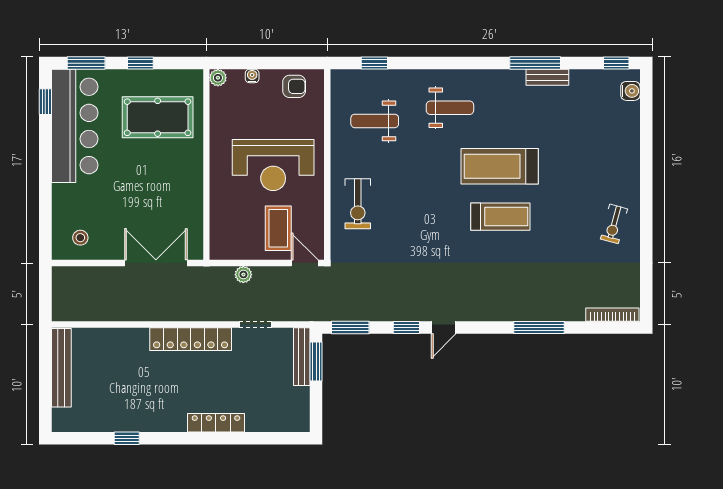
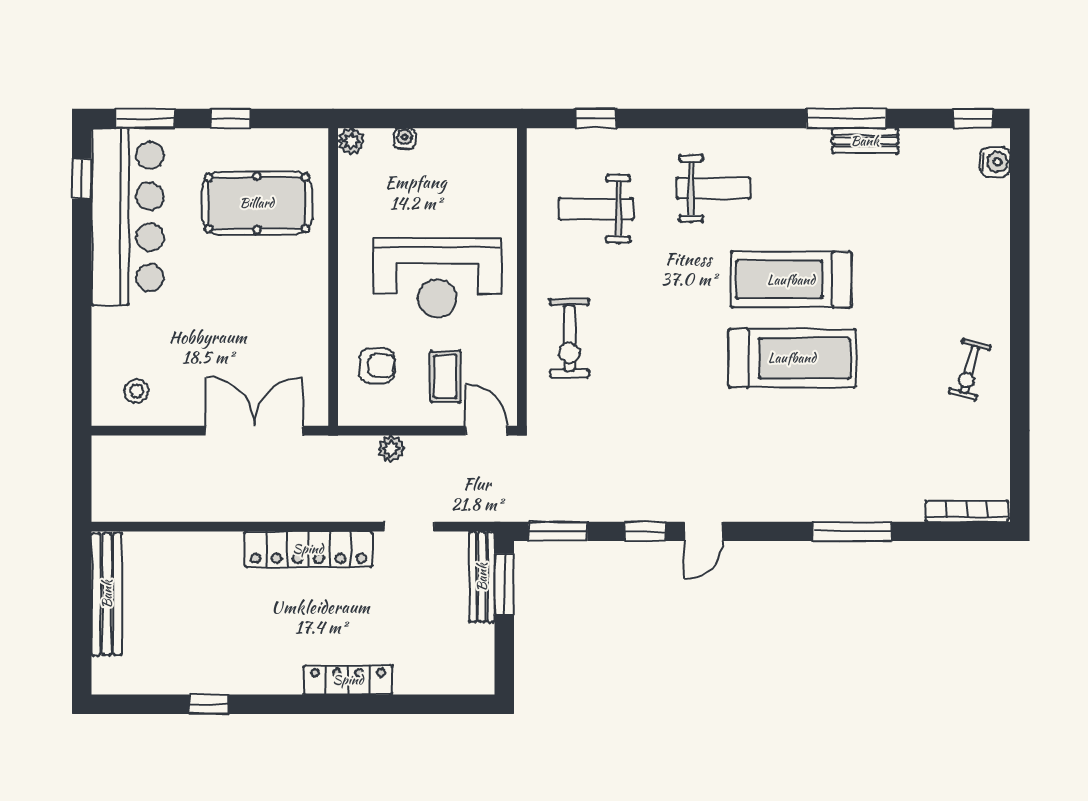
armchair: (294, 86) -> (377, 366), moved
treadmill: (500, 217) -> (792, 358), width x1.37, depth x1.38
coffee table: (278, 228) -> (445, 376), width x0.73, depth x0.77

